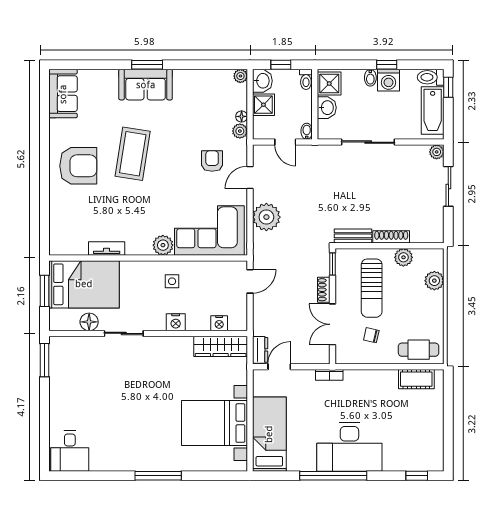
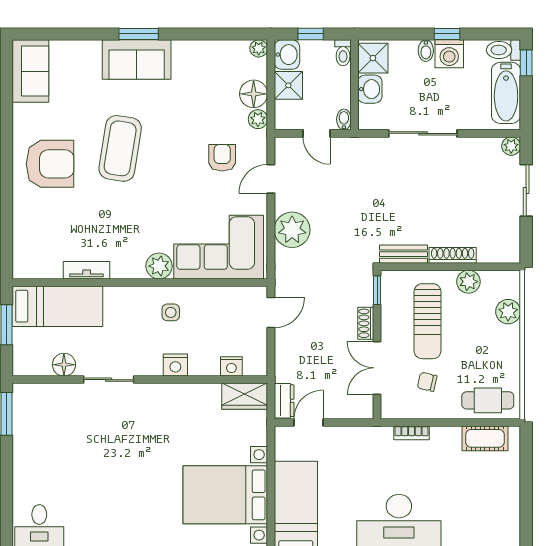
floor lamp: (242, 116) -> (254, 94), width x1.89, depth x1.89
bed: (84, 284) -> (57, 306), width x0.67
wardrobe: (221, 346) -> (245, 396), width x0.67
bookcase: (329, 375) -> (412, 433), moved

